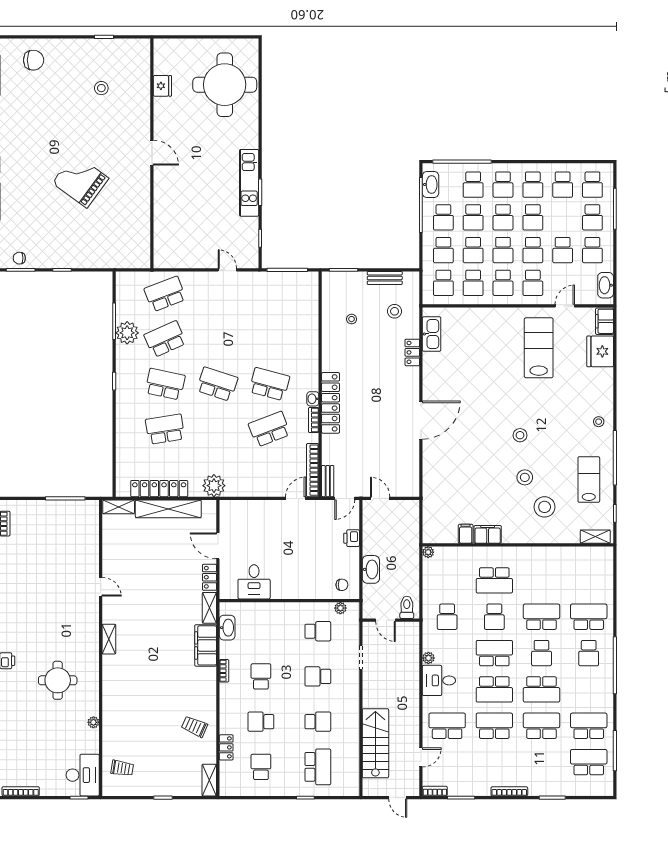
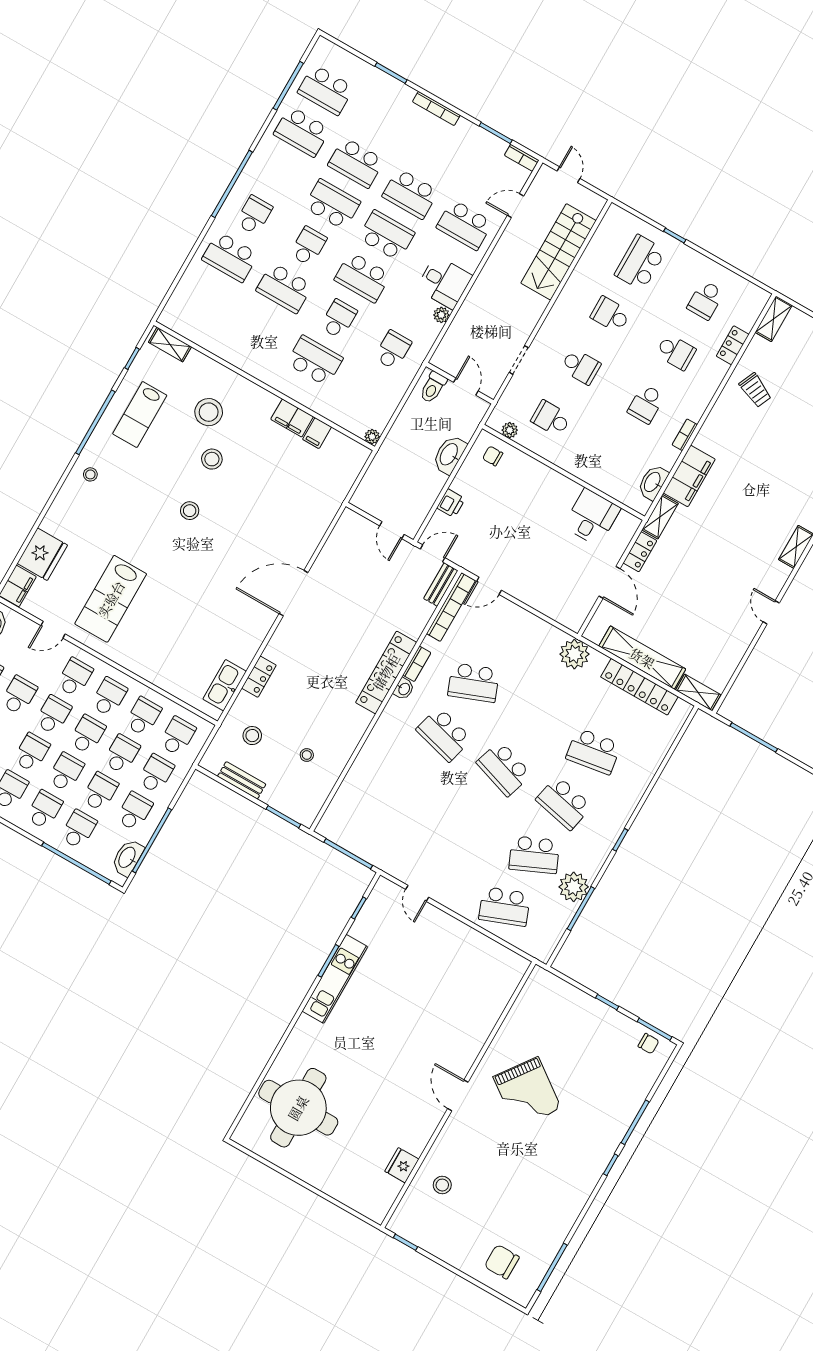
fridge: (162, 86) -> (402, 1165), moved
door: (152, 153) -> (458, 1095), moved
wall: (152, 153) -> (458, 1095), moved

